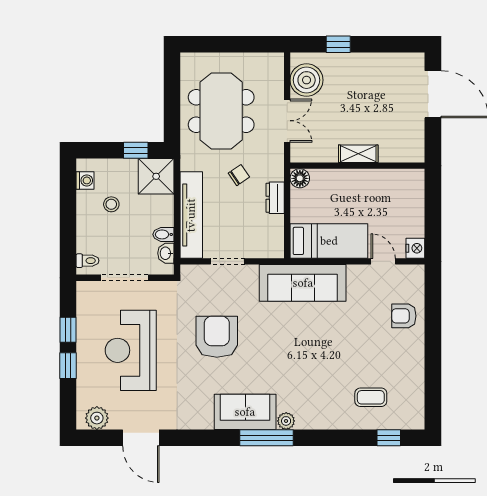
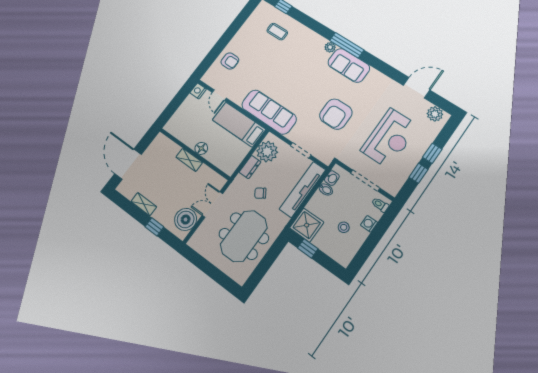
shelving: (373, 61) -> (144, 204), added
floor lamp: (300, 178) -> (201, 148), moved
washing machine: (85, 180) -> (369, 224), moved
plant: (268, 231) -> (267, 152), added
door: (141, 438) -> (417, 88), hinge flipped

